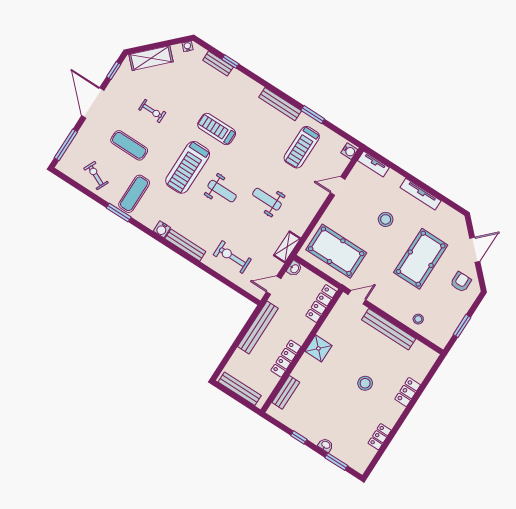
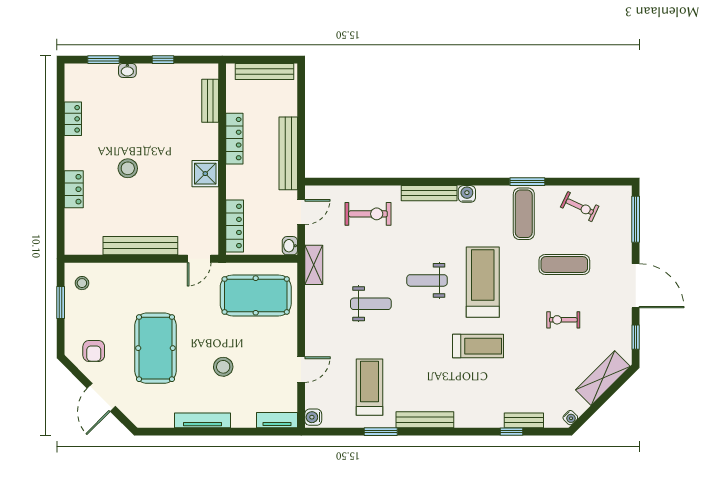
stool: (418, 319) -> (82, 283), moved

